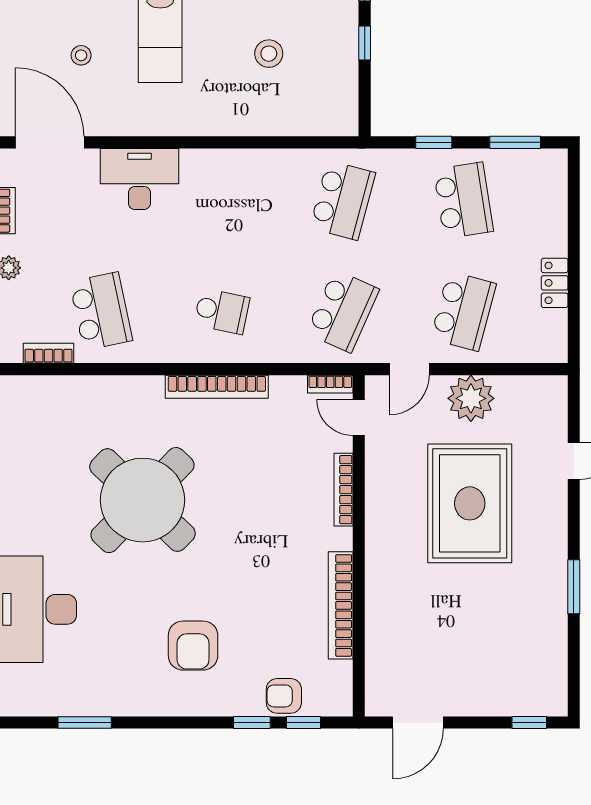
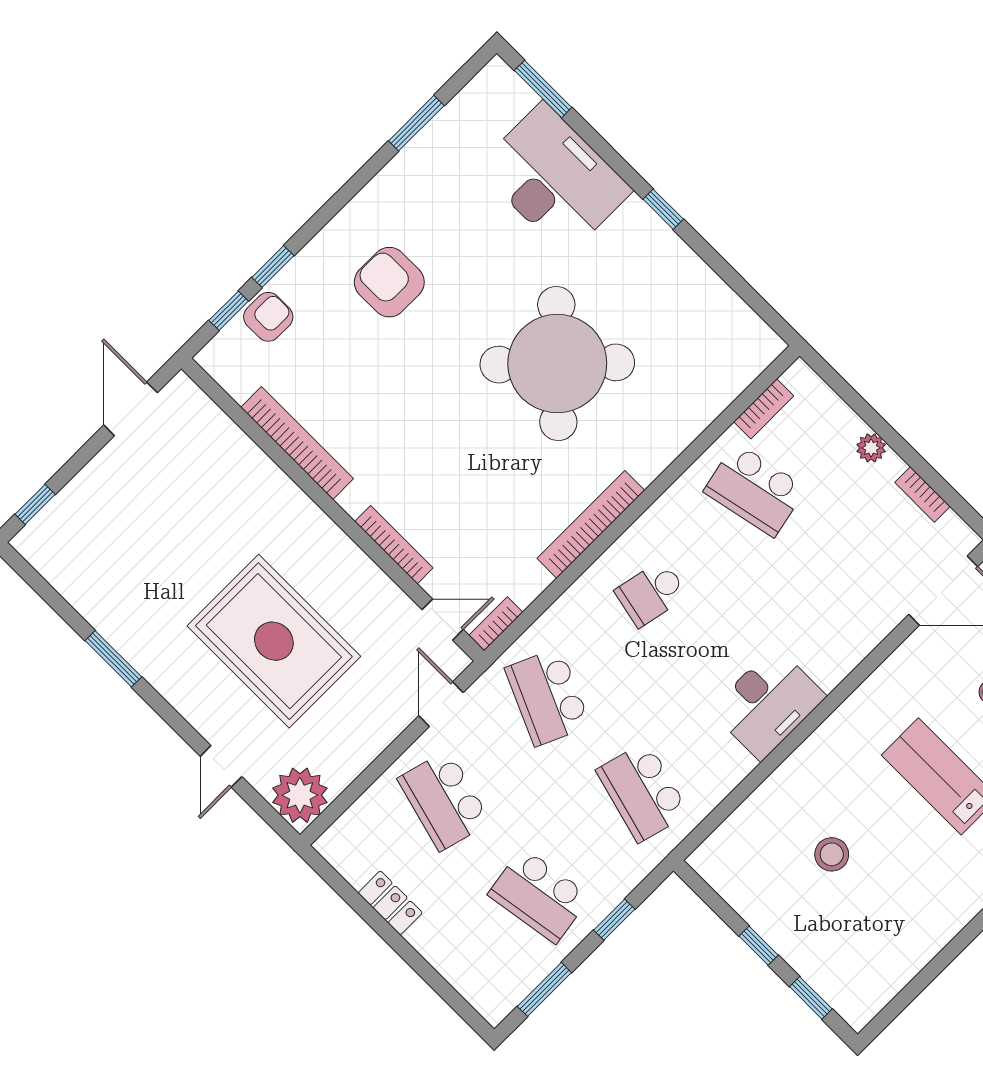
desk: (139, 179) -> (768, 703), moved
plant: (471, 398) -> (300, 795), moved

